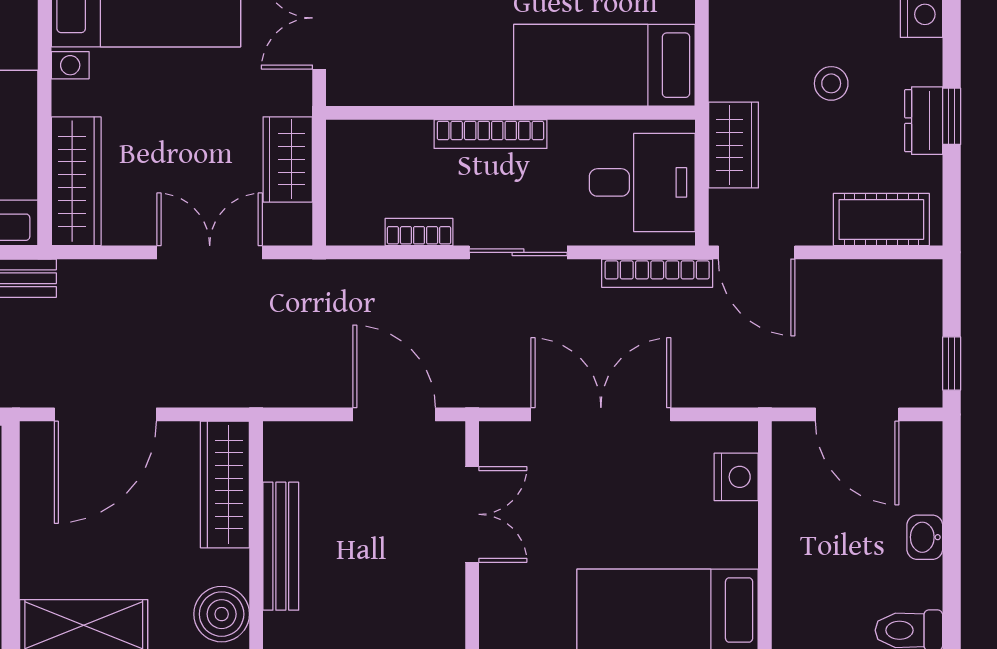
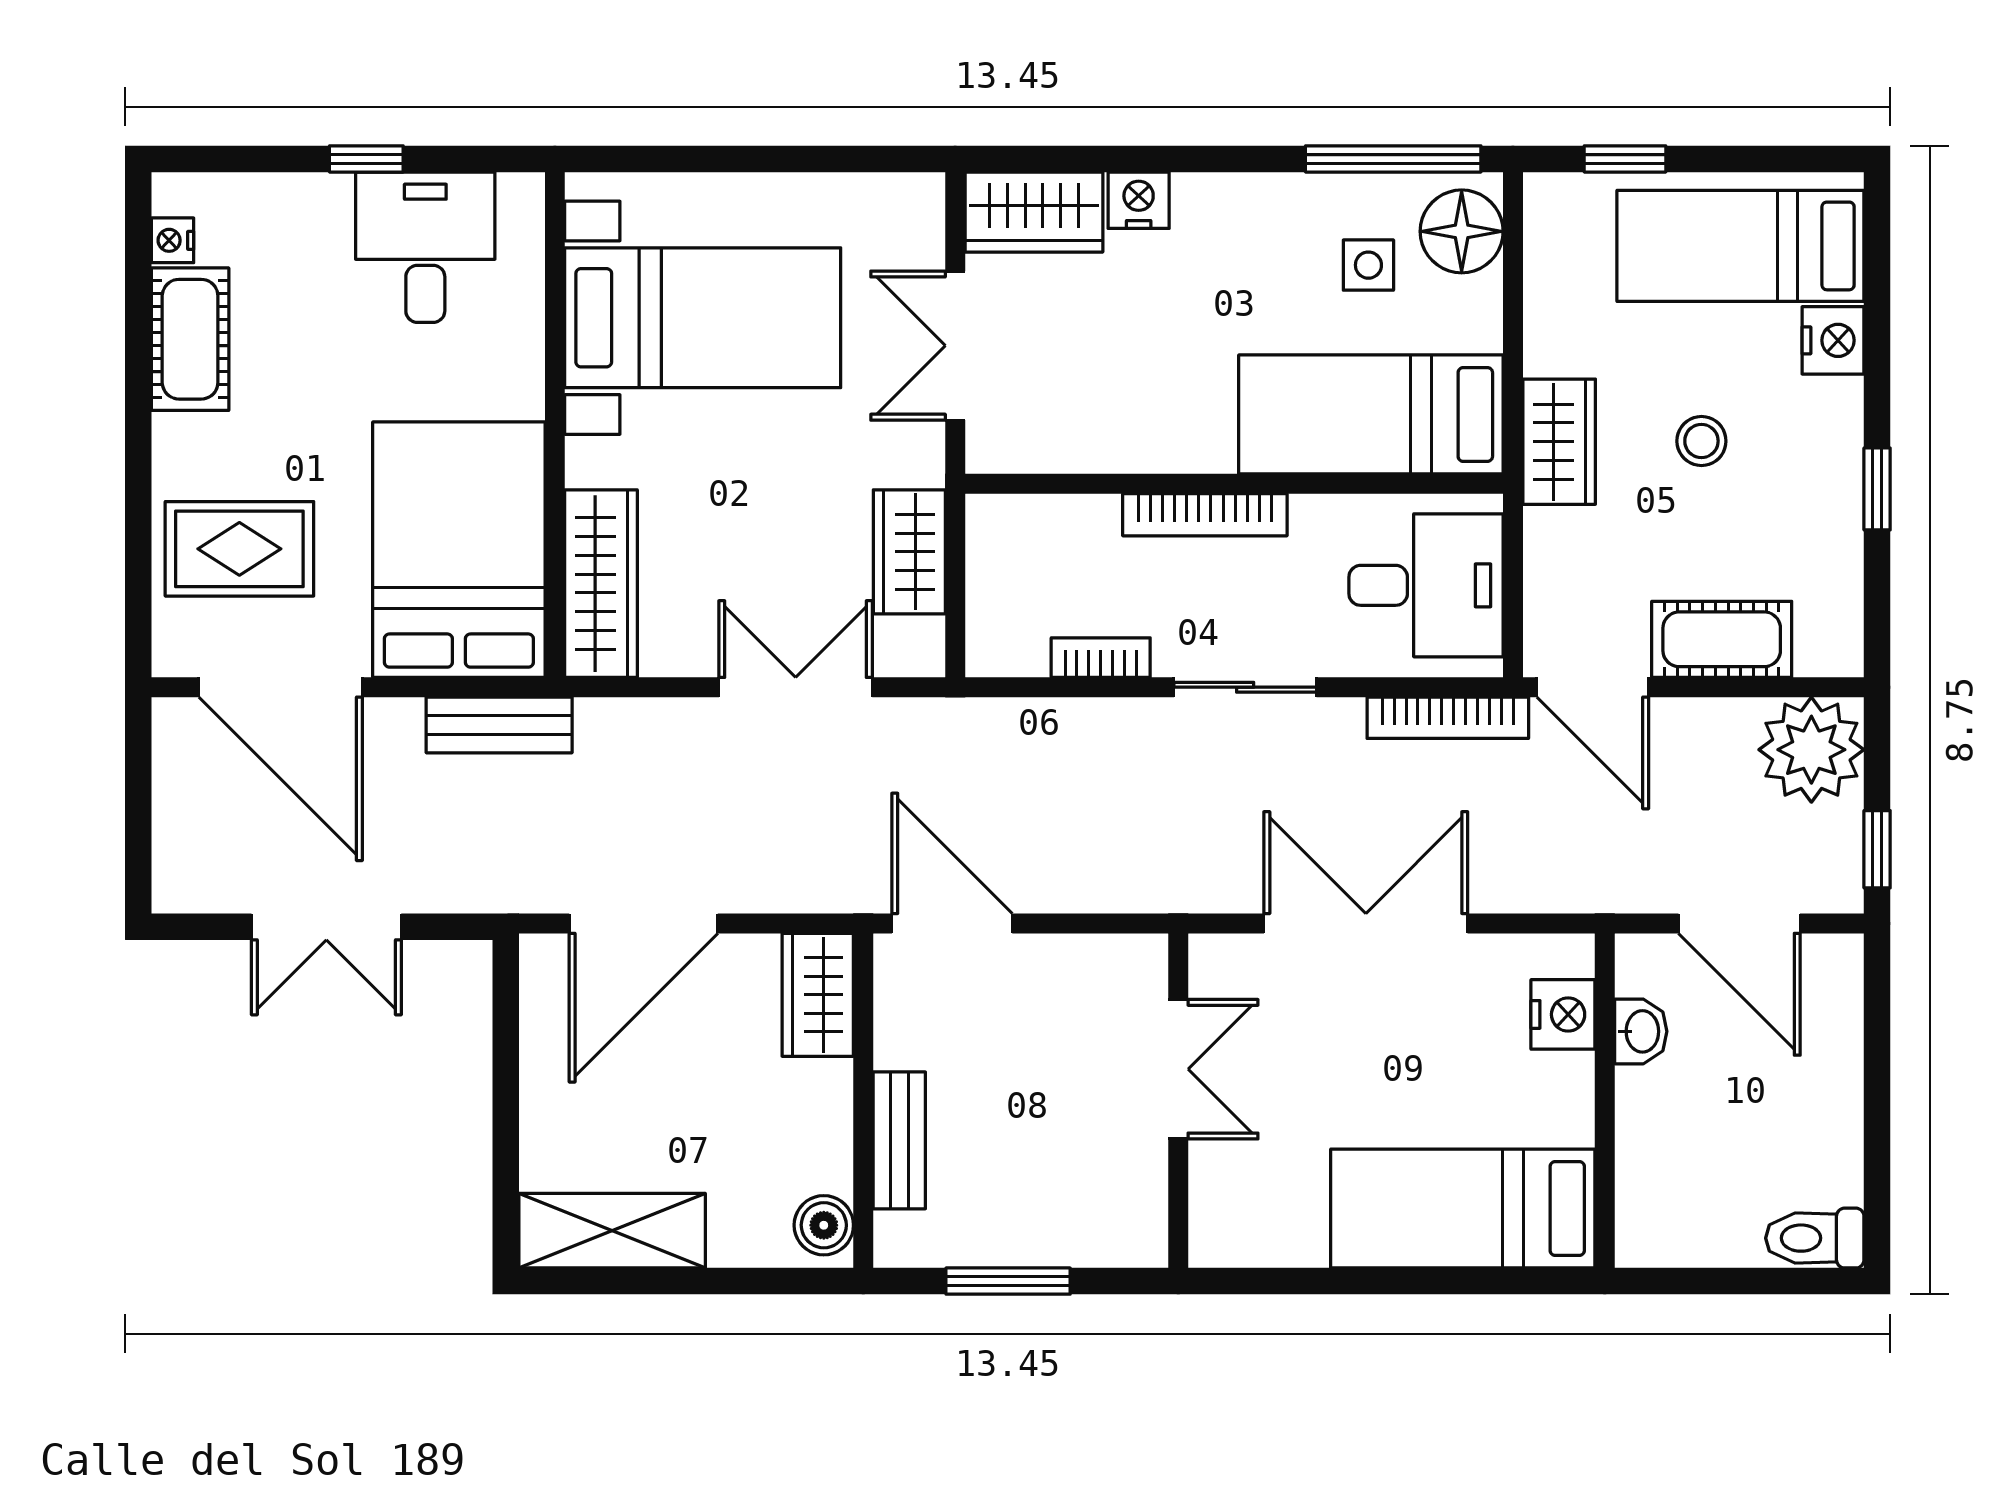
dresser: (924, 121) -> (1836, 495), removed
wardrobe: (734, 145) -> (1559, 442), moved
cot: (881, 219) -> (1722, 639), moved
plant: (907, 295) -> (1811, 750), added
door: (394, 414) -> (952, 923), moved
wardrobe: (225, 484) -> (818, 995), width x0.67
washbasin: (925, 537) -> (1641, 1031), moved, turned 180
bench: (281, 546) -> (899, 1140), width x0.73
boiler: (222, 614) -> (824, 1225), width x0.73, depth x0.73

